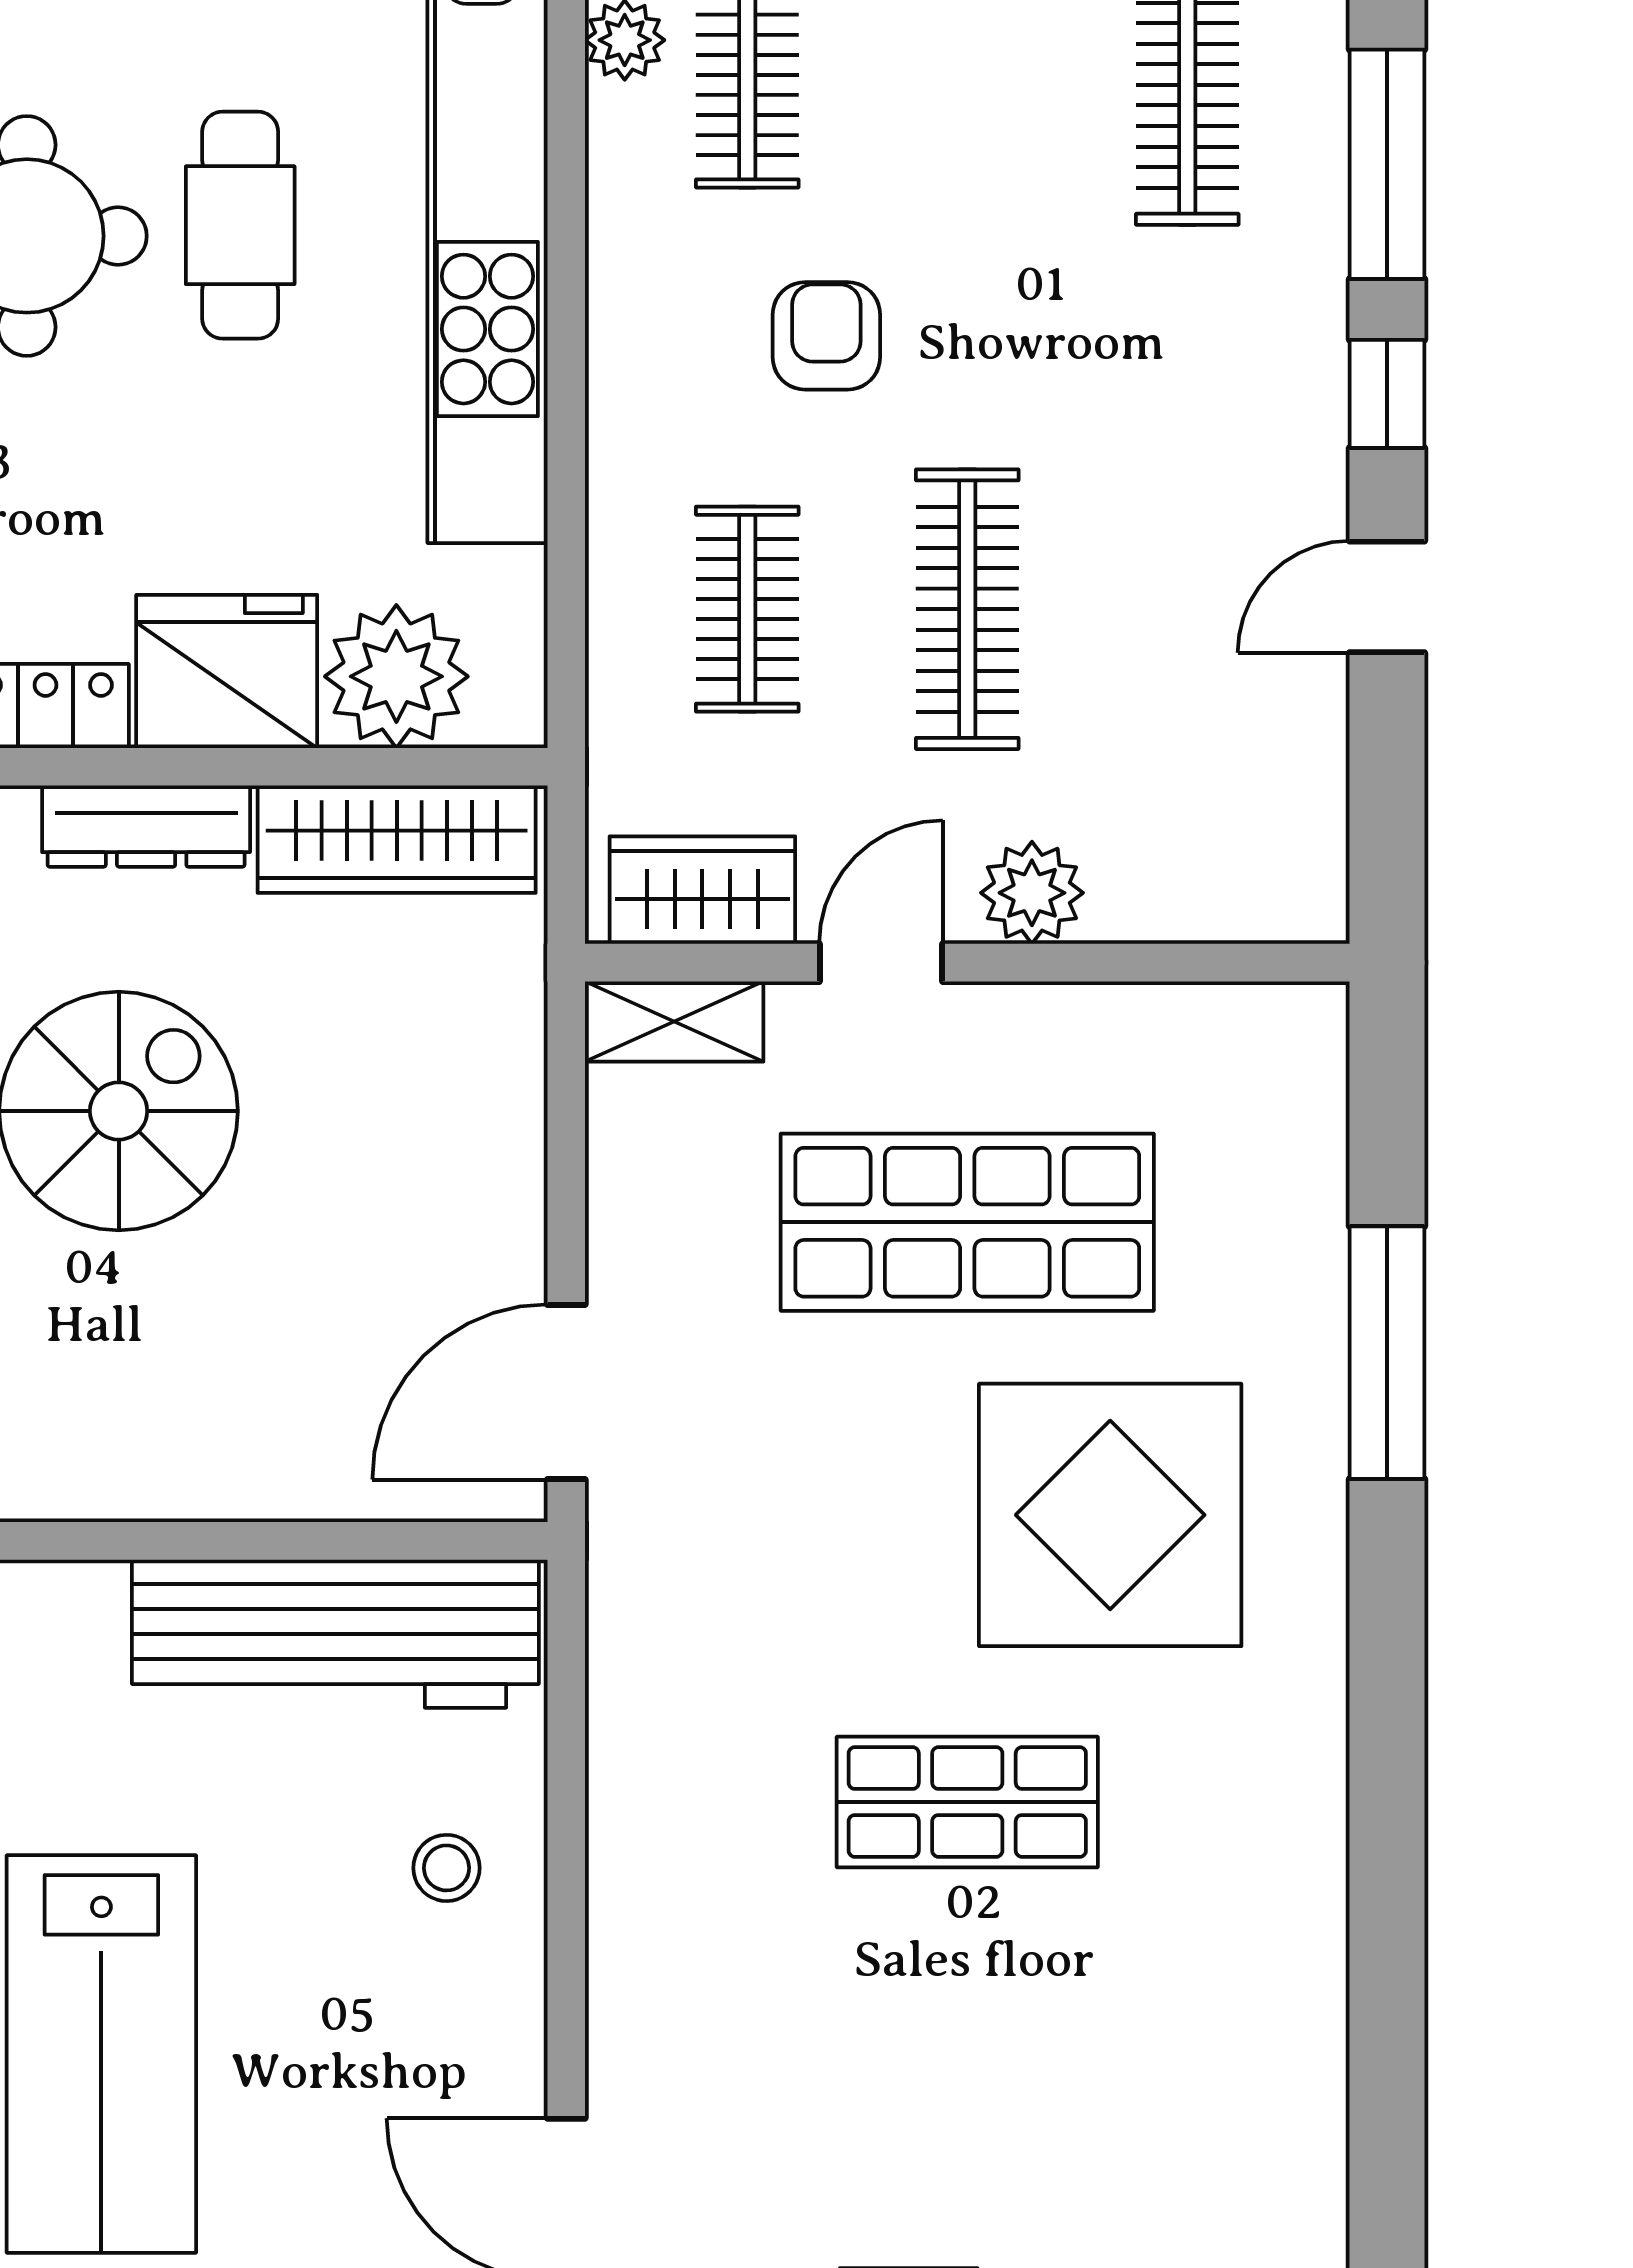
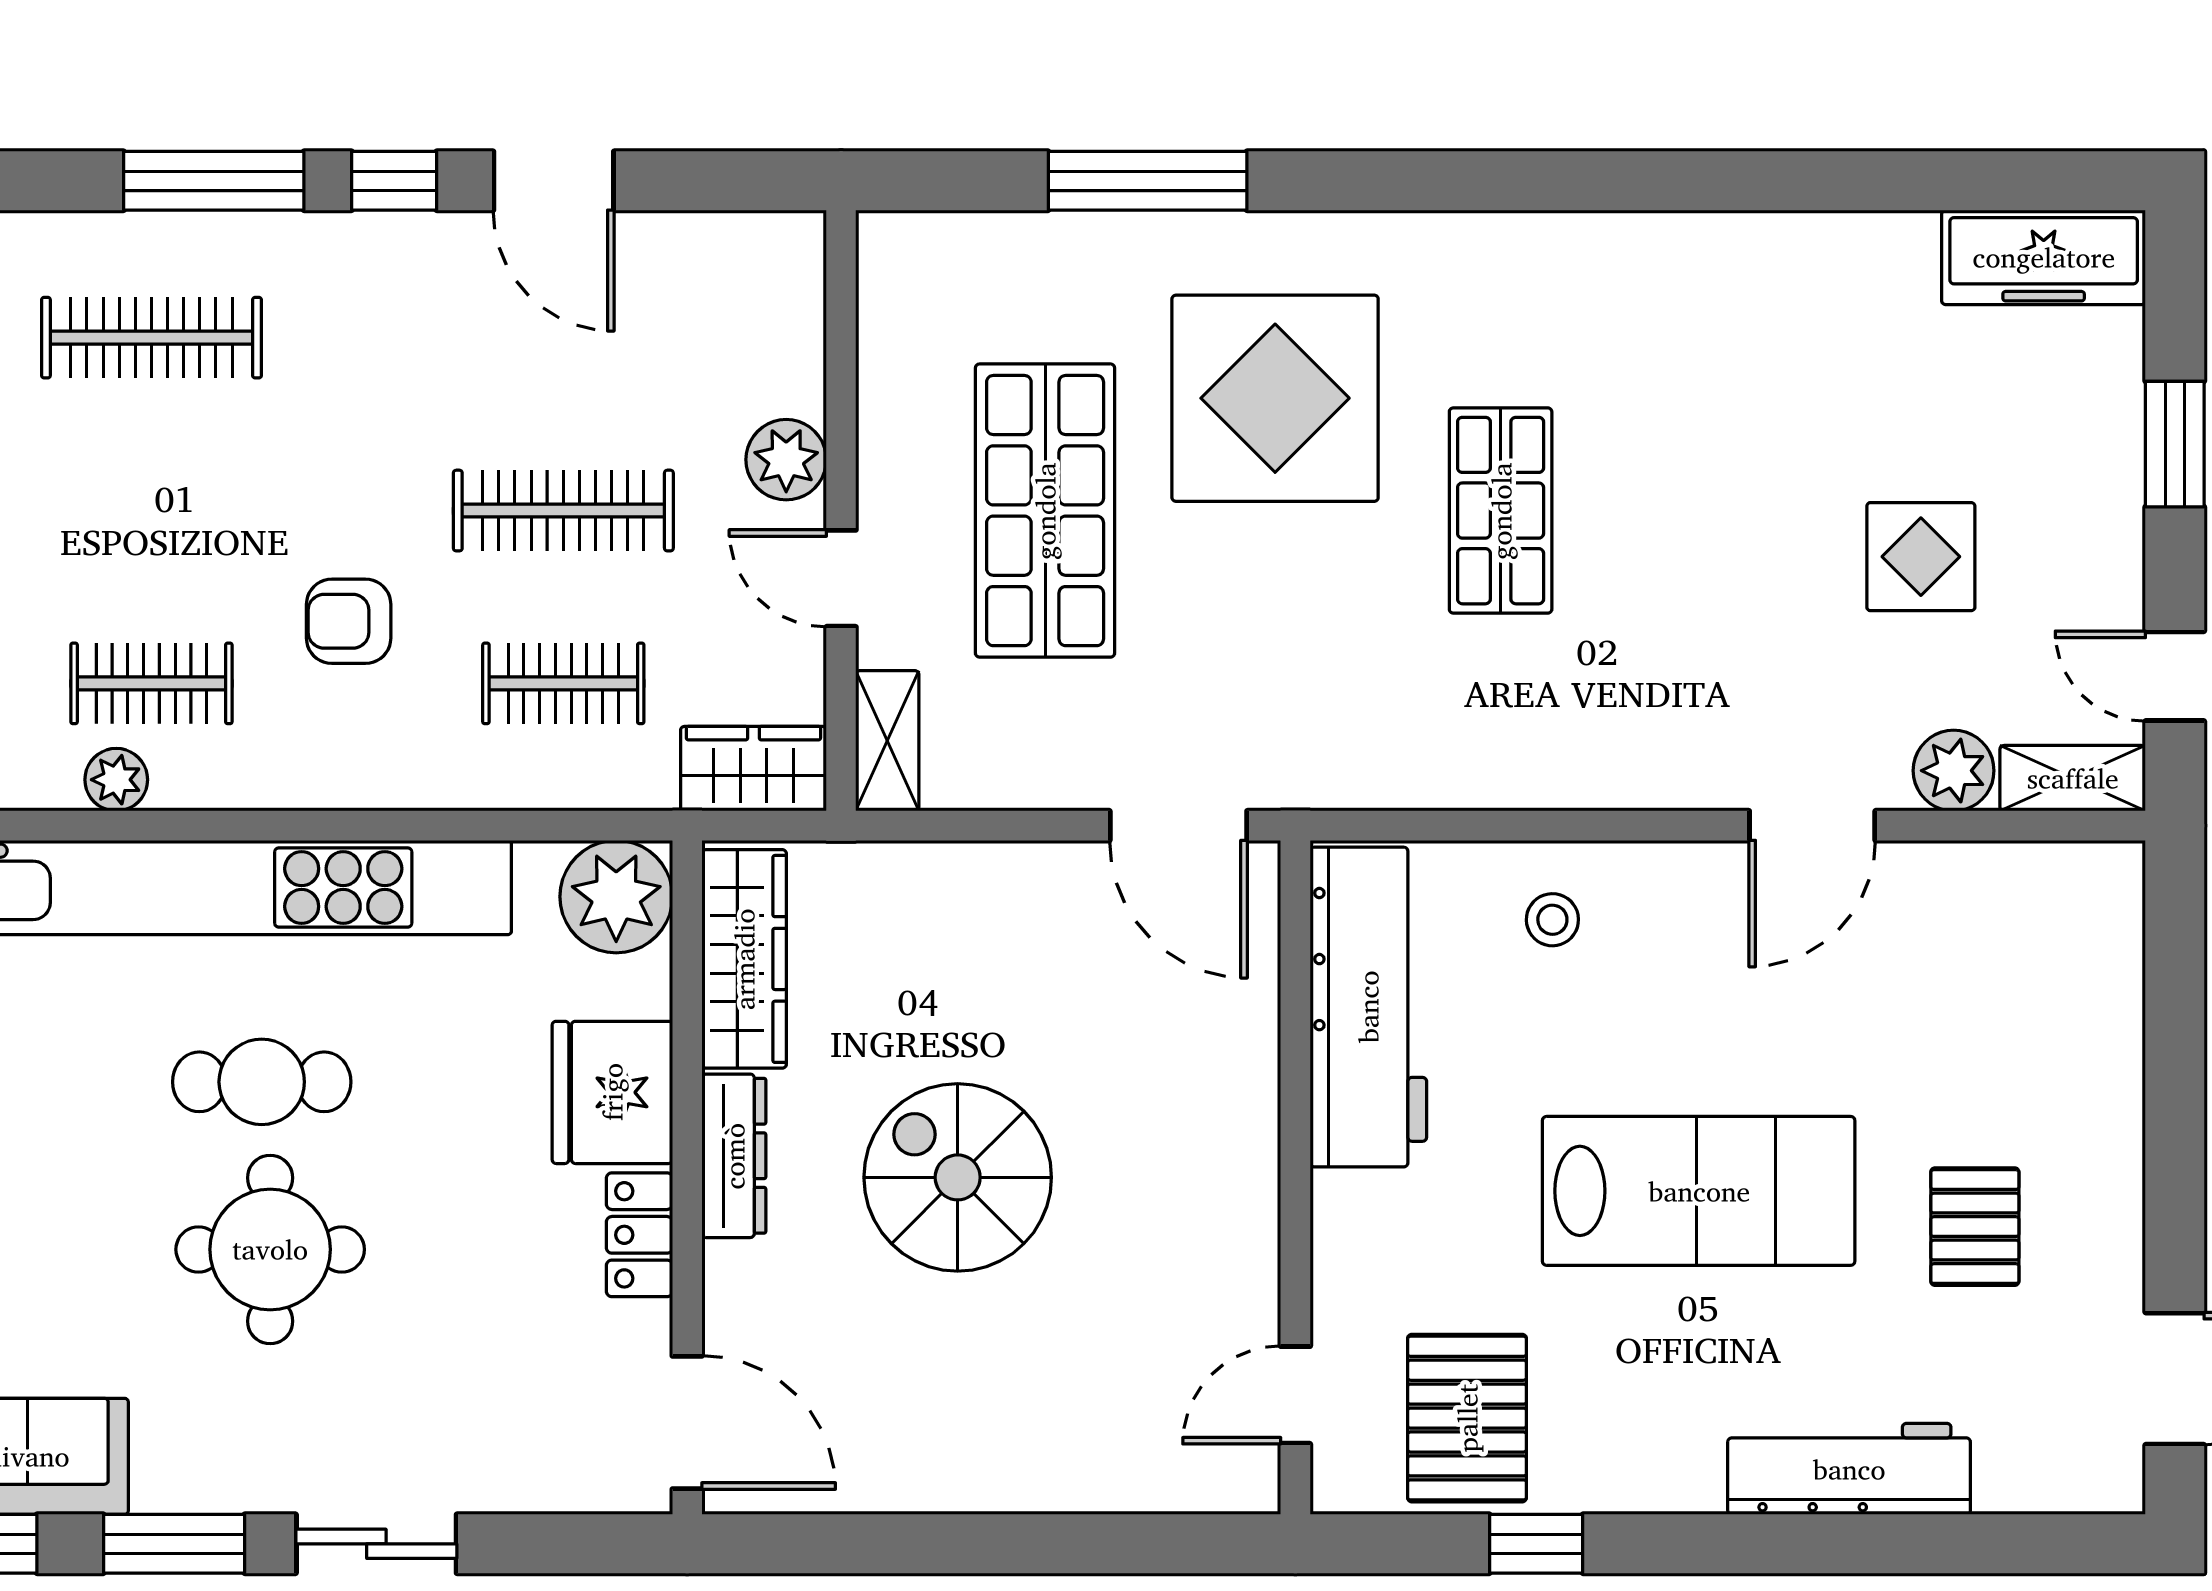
door: (1387, 597) -> (554, 181), width x1.38
plant: (396, 676) -> (616, 897), moved
wardrobe: (702, 890) -> (753, 769), moved, turned 90

